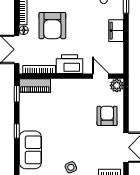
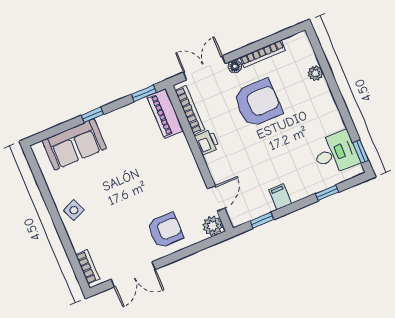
armchair: (52, 26) -> (258, 103), turned 180
filing cabinet: (116, 31) -> (280, 197), width x0.50
window: (126, 53) -> (262, 220), added
printer: (69, 64) -> (207, 142), width x0.53, depth x0.68

